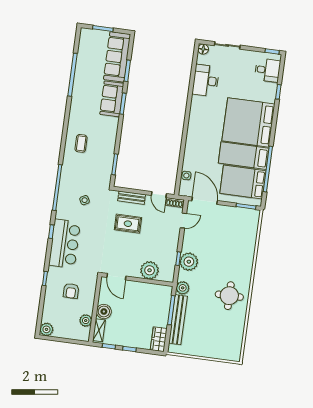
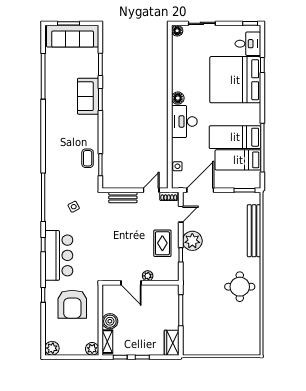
sofa: (117, 57) -> (73, 36), moved, turned -90
desk: (206, 81) -> (184, 121), moved
floor lamp: (195, 112) -> (178, 98), added
bed: (248, 122) -> (235, 80), moved
coffee table: (81, 143) -> (88, 158), moved
bed: (243, 182) -> (238, 160), width x0.67
door: (159, 195) -> (151, 190), swing flipped
door: (205, 201) -> (200, 190), hinge flipped
rug: (128, 224) -> (162, 243), moved, turned 90
plant: (189, 262) -> (192, 241), moved
plant: (150, 270) -> (148, 276), width x0.53, depth x0.53
door: (116, 277) -> (131, 283), moved
plant: (183, 288) -> (190, 285), removed
armchair: (71, 291) -> (72, 304), width x1.88, depth x1.88
bench: (178, 320) -> (254, 231), moved
plant: (86, 321) -> (92, 349), moved

